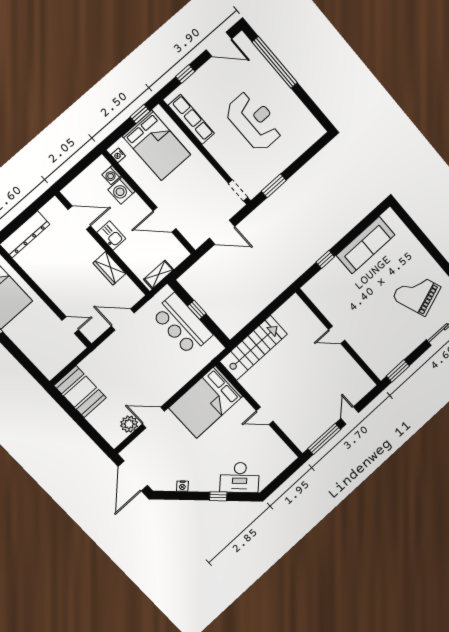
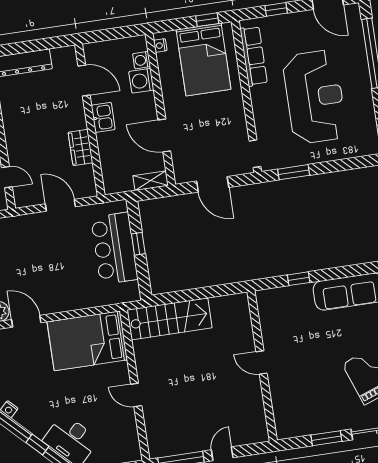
reception desk: (254, 121) -> (315, 97), width x1.36, depth x1.30
shelving: (159, 275) -> (151, 181), moved
window: (398, 371) -> (326, 438), moved

